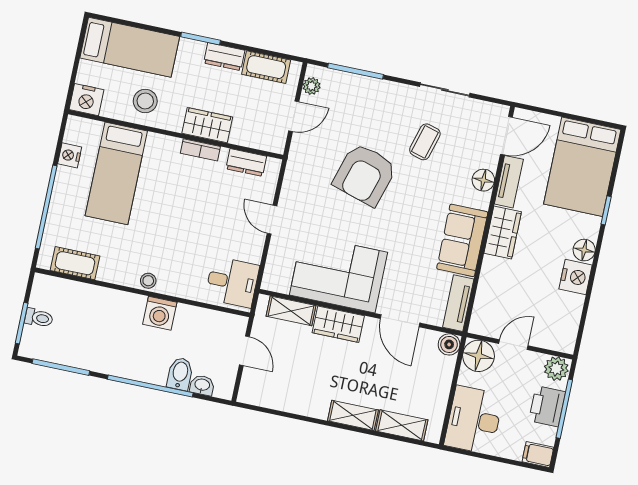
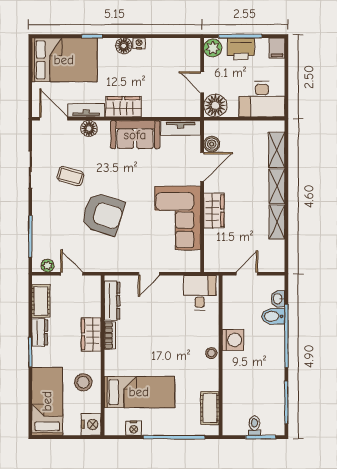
dresser: (246, 162) -> (112, 301), width x1.44
nightstand: (576, 277) -> (139, 43), width x0.53, depth x0.56
shelving: (291, 311) -> (277, 222), moved
boiler: (449, 344) -> (212, 144), moved

